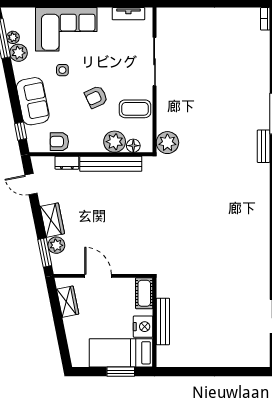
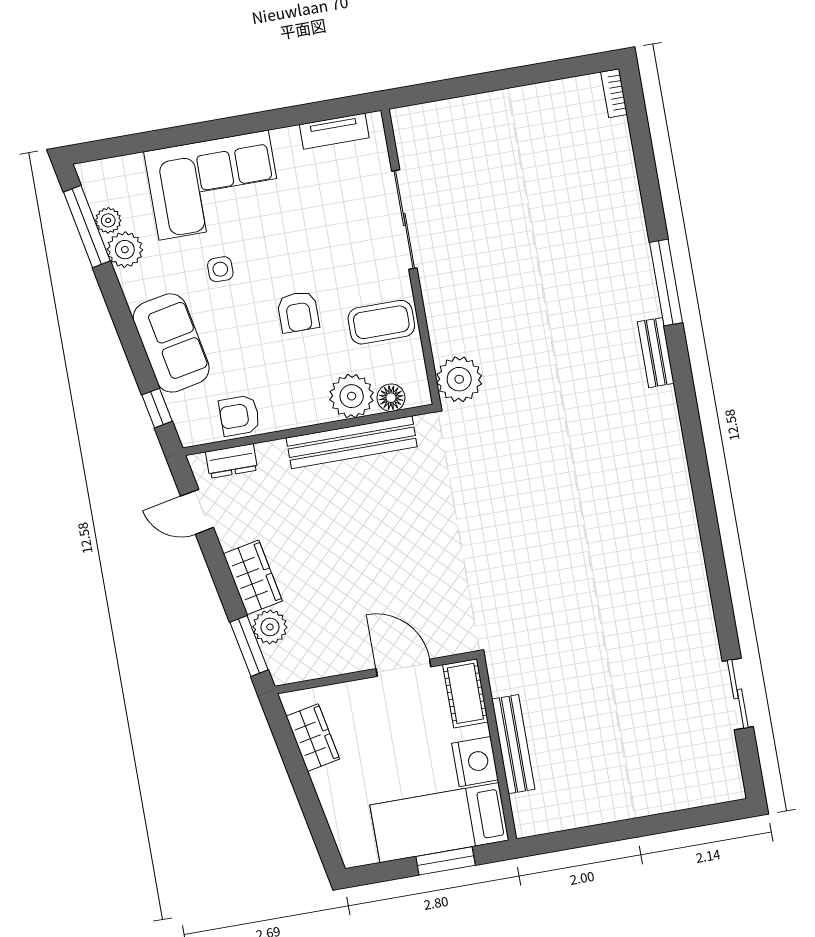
armchair: (96, 97) -> (298, 312), turned -65
dresser: (67, 163) -> (232, 461), moved
door: (98, 276) -> (404, 668), moved

